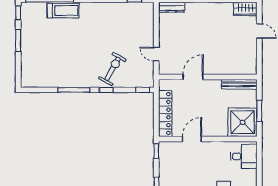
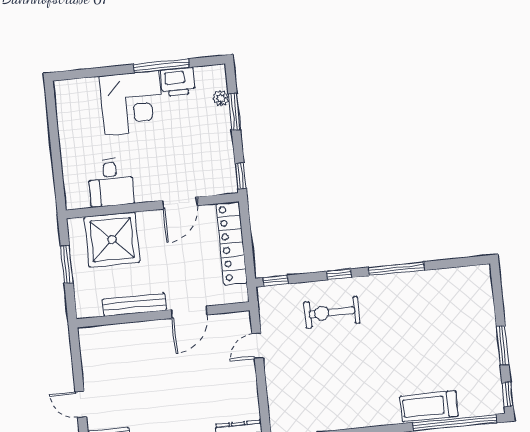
door: (156, 54) -> (258, 346), swing flipped
exercise bike: (113, 69) -> (332, 312), turned 61
bench: (239, 84) -> (134, 305), moved
shower: (243, 122) -> (112, 240), moved
desk: (244, 156) -> (111, 182), moved, turned -90

